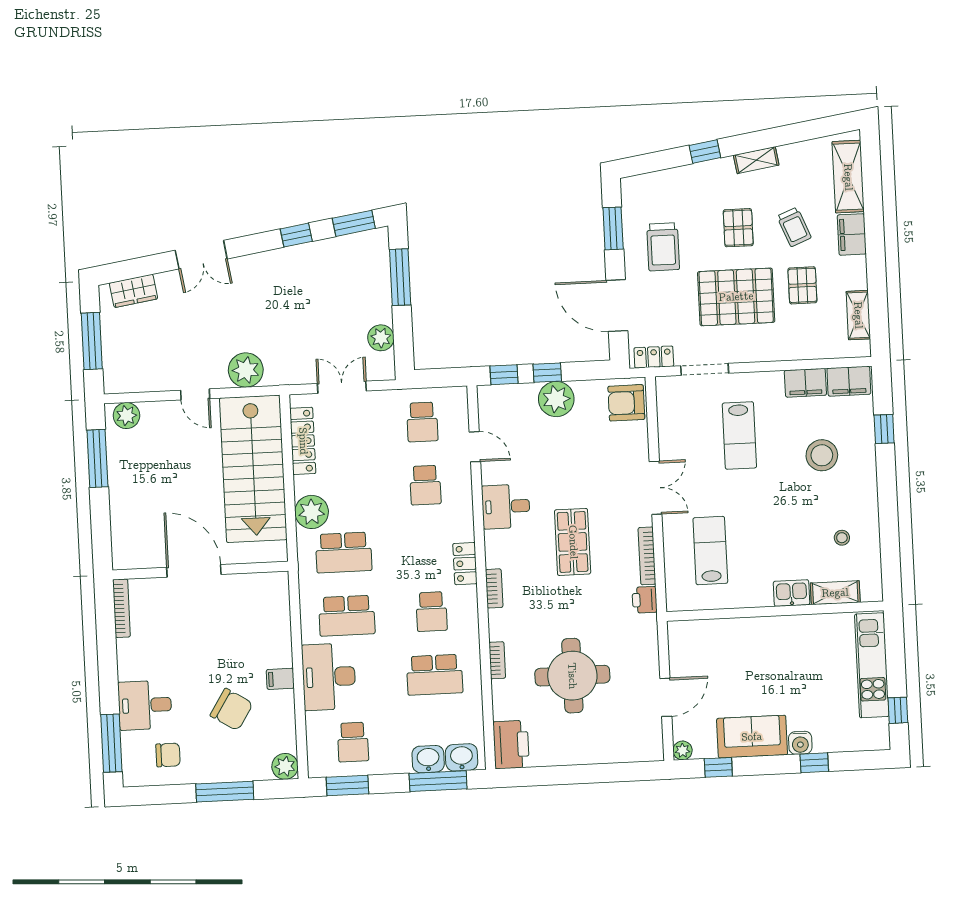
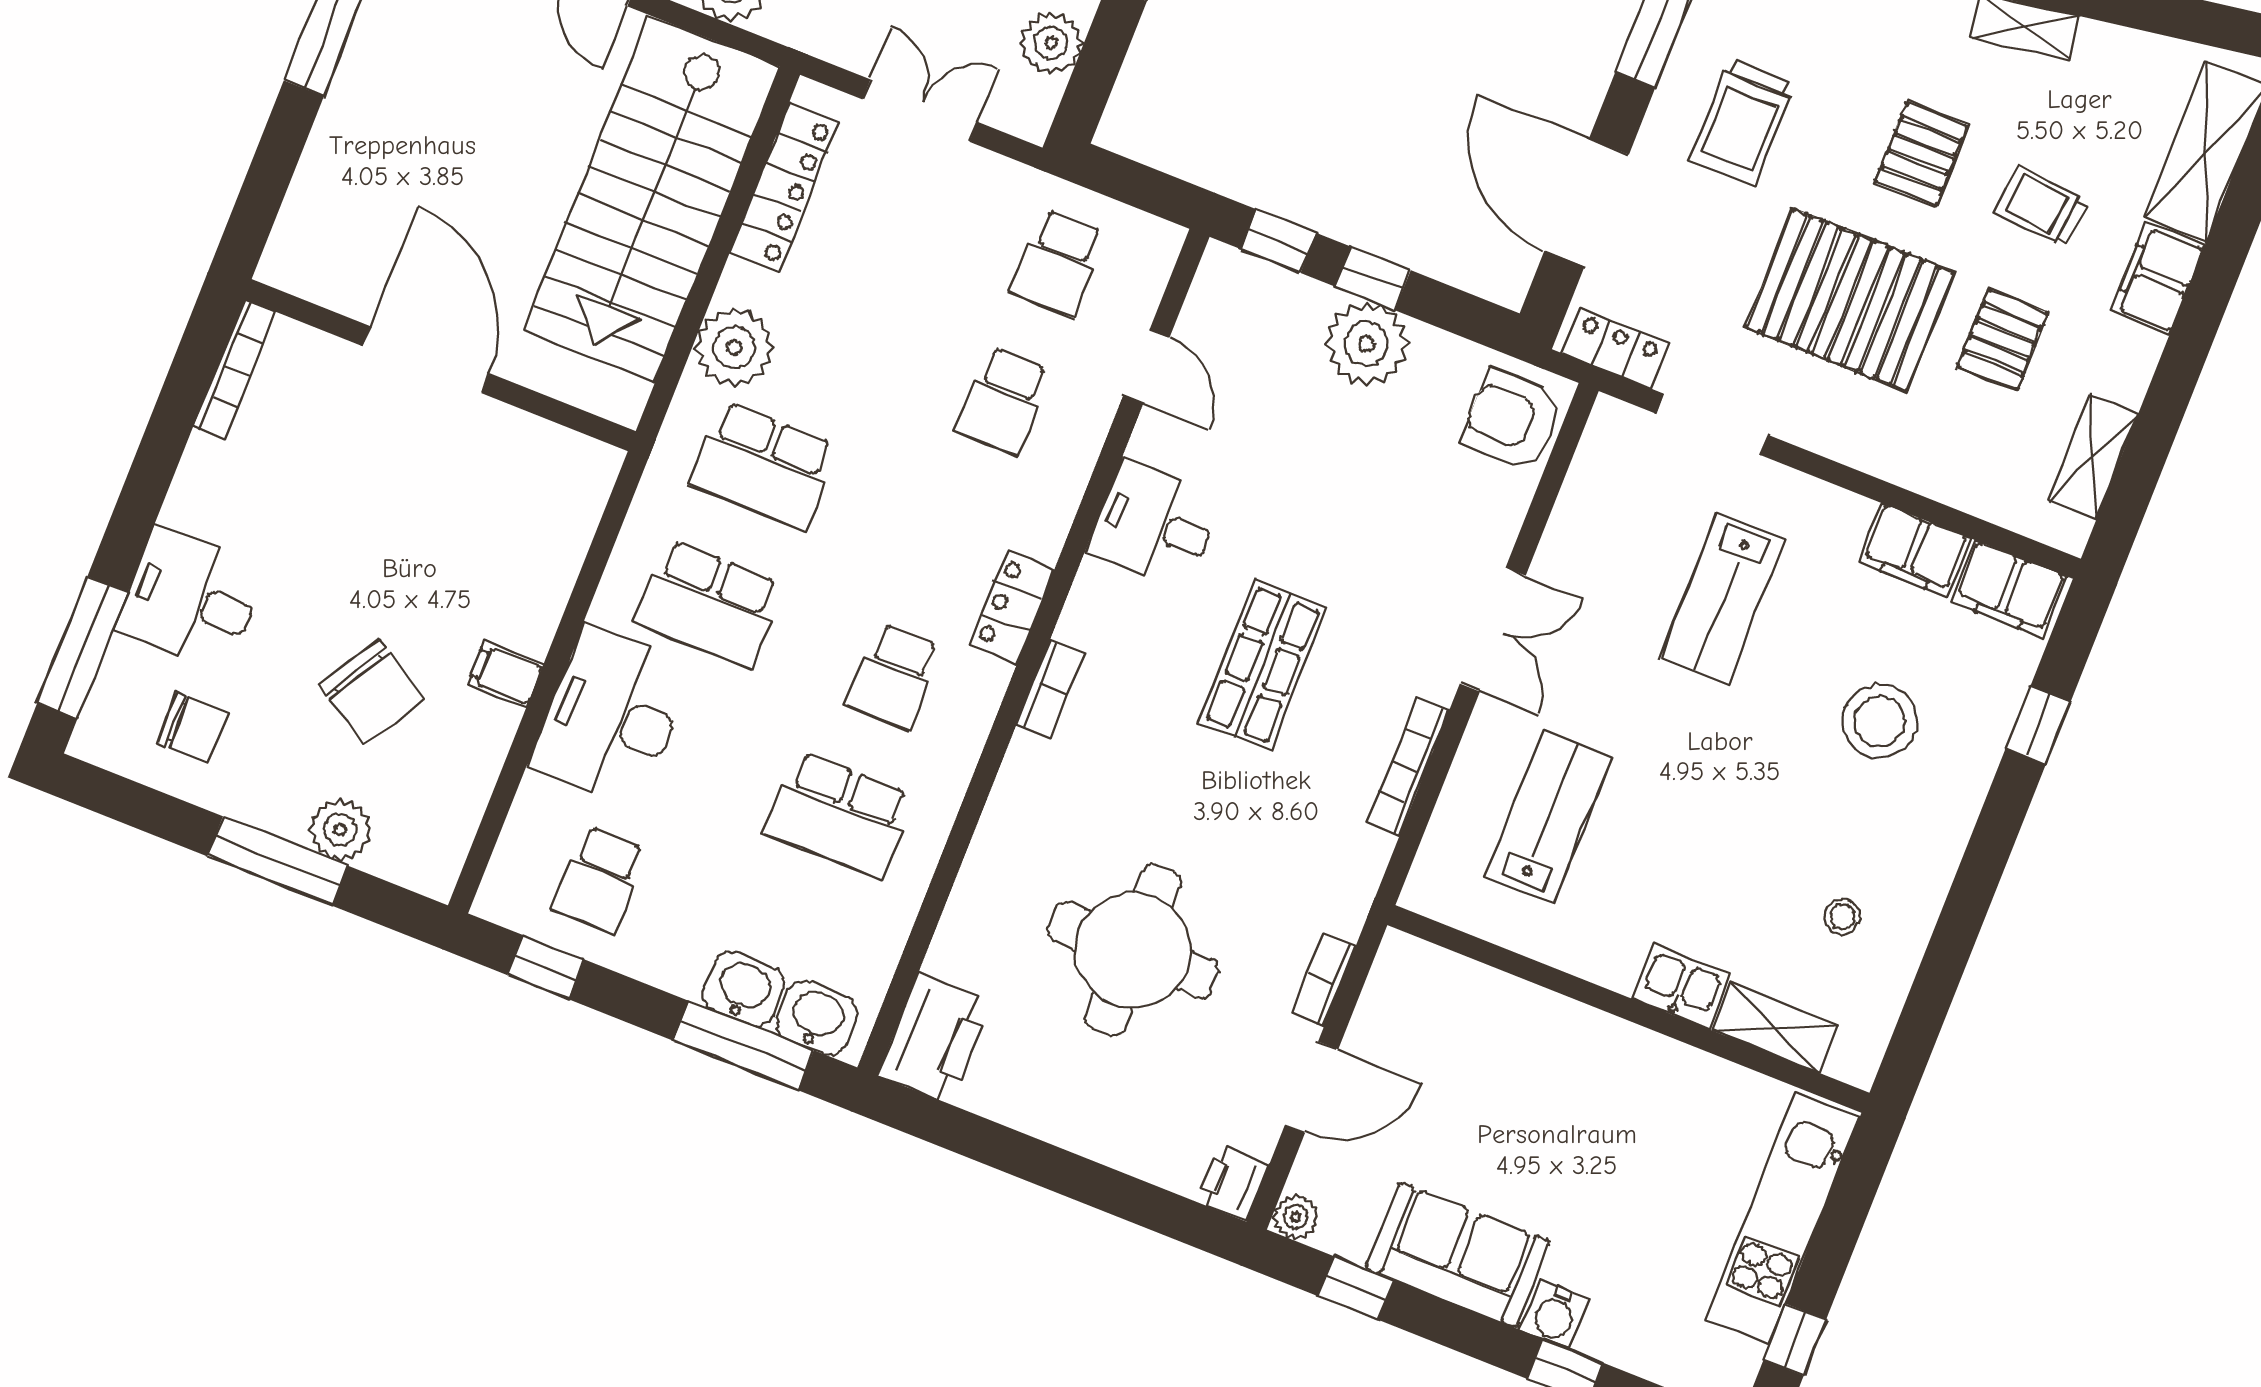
trolley: (794, 227) -> (2042, 206), turned 118
printer: (645, 600) -> (1232, 1183), moved
bookcase: (497, 660) -> (1324, 980), moved, turned 180
plant: (285, 766) -> (340, 830), moved
window: (347, 786) -> (546, 967), width x0.67

